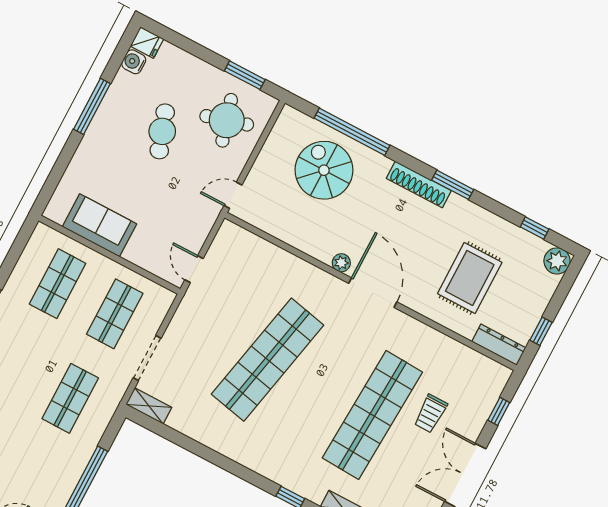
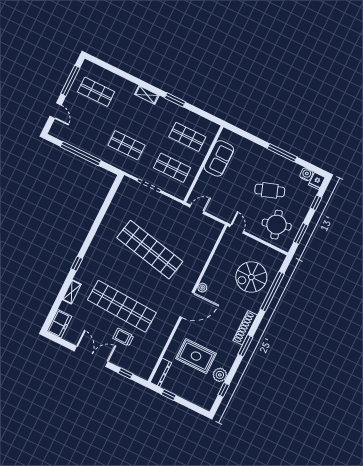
window: (188, 45) -> (316, 203), added
spiral stairs: (324, 170) -> (251, 277), turned 180
plant: (557, 261) -> (220, 375), moved
shelving: (149, 406) -> (124, 187), removed

